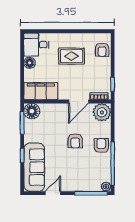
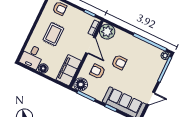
armchair: (101, 146) -> (97, 71), moved
door: (53, 193) -> (151, 98), swing flipped

